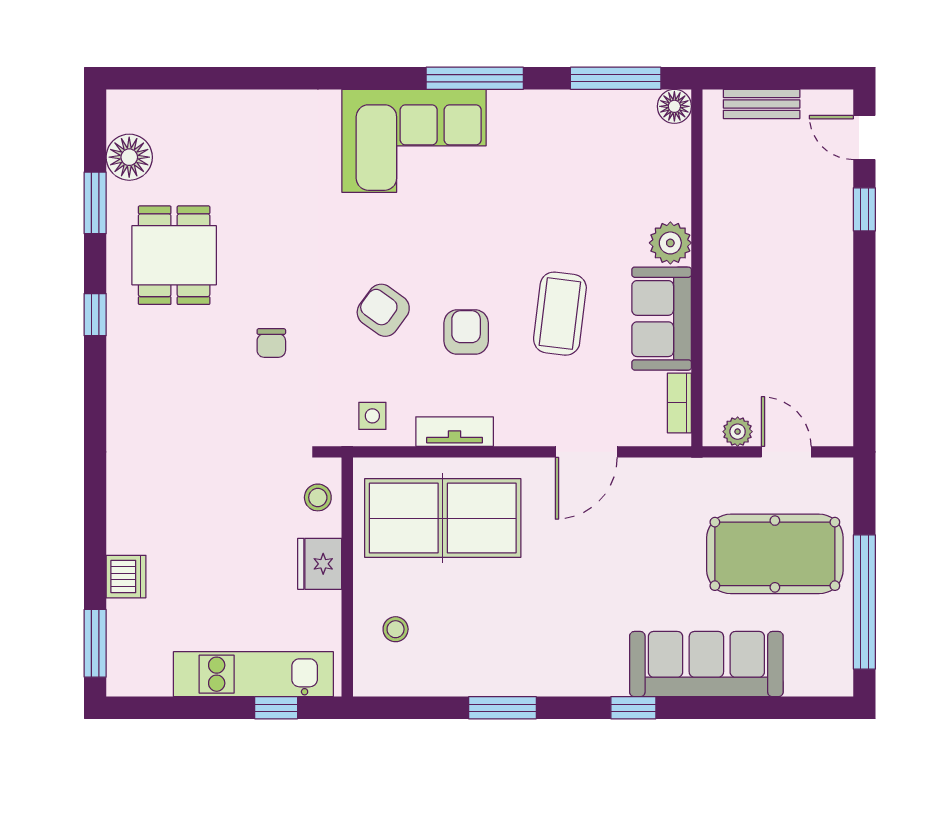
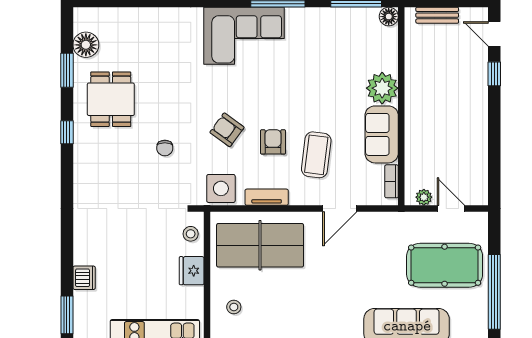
plant: (670, 243) -> (382, 88), width x1.36, depth x1.36
coffee table: (560, 314) -> (316, 155), moved
side table: (372, 416) -> (221, 188), width x1.87, depth x1.87

